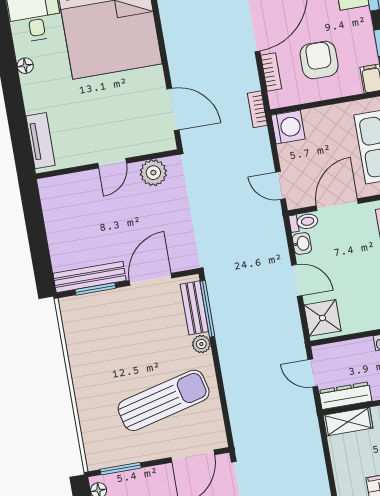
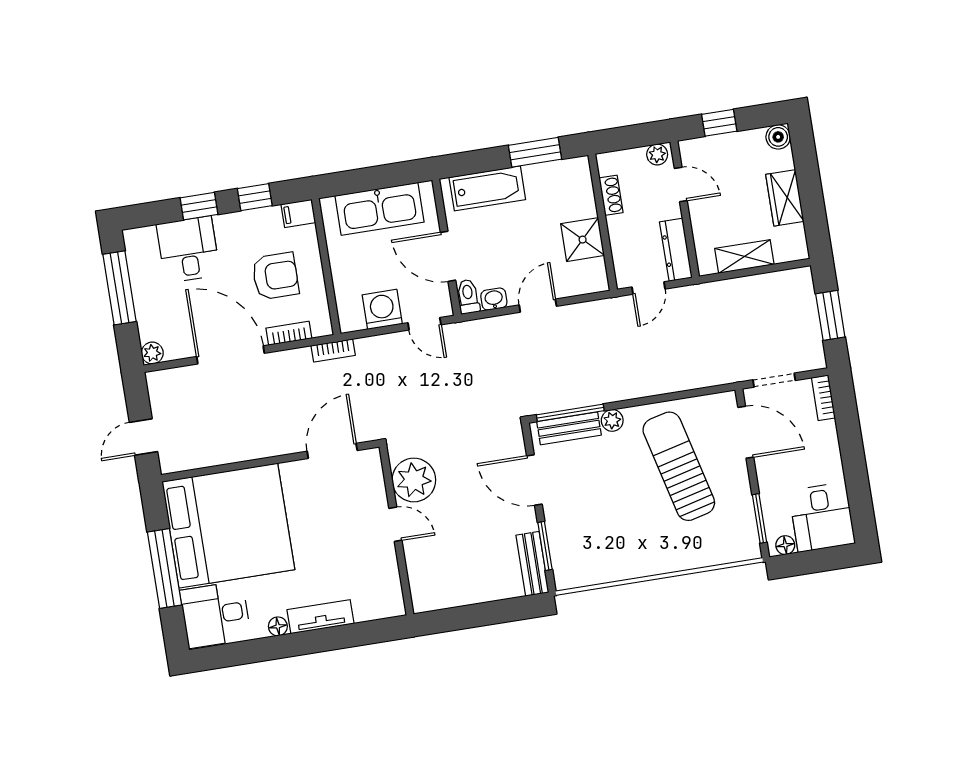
armchair: (319, 60) -> (275, 276), turned 180
washing machine: (288, 127) -> (382, 309), moved
tv unit: (41, 141) -> (321, 617), moved
plant: (153, 173) -> (414, 480), width x1.36, depth x1.36
door: (280, 186) -> (424, 324), hinge flipped
bench: (90, 277) -> (532, 564), width x0.73
shower: (322, 318) -> (583, 240), moved
shelving: (348, 422) -> (744, 256), moved, turned 90

